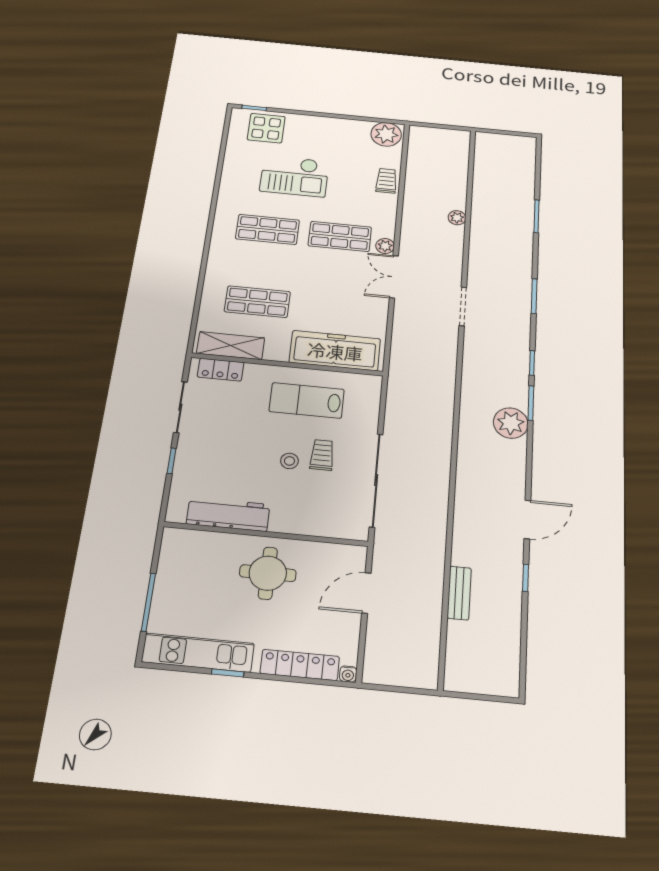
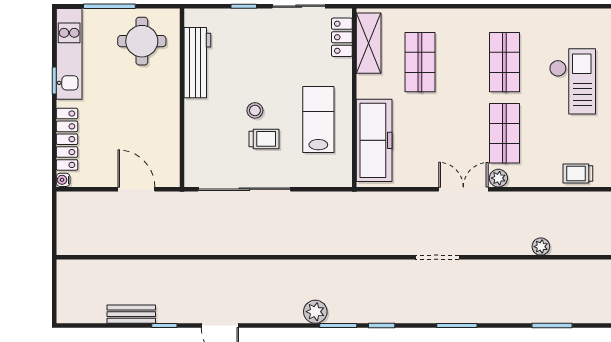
checkout: (294, 176) -> (573, 81), turned 180
trolley: (386, 181) -> (578, 174), turned 180
plant: (511, 423) -> (315, 312), width x0.73, depth x0.73
round table: (268, 573) -> (142, 41), moved
bench: (459, 593) -> (131, 314), moved

